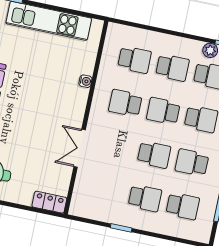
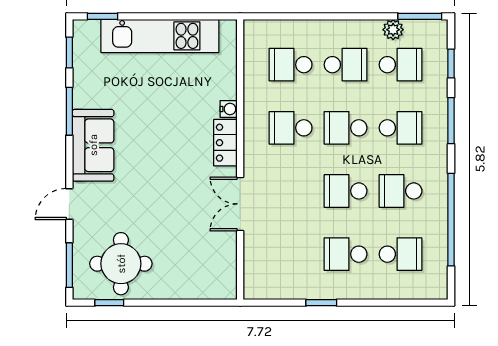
school desk: (135, 60) -> (291, 65), turned 180
school desk: (154, 155) -> (346, 191), turned 180
school desk: (145, 198) -> (346, 254), turned 180
locker: (49, 202) -> (225, 143), moved, turned -90

